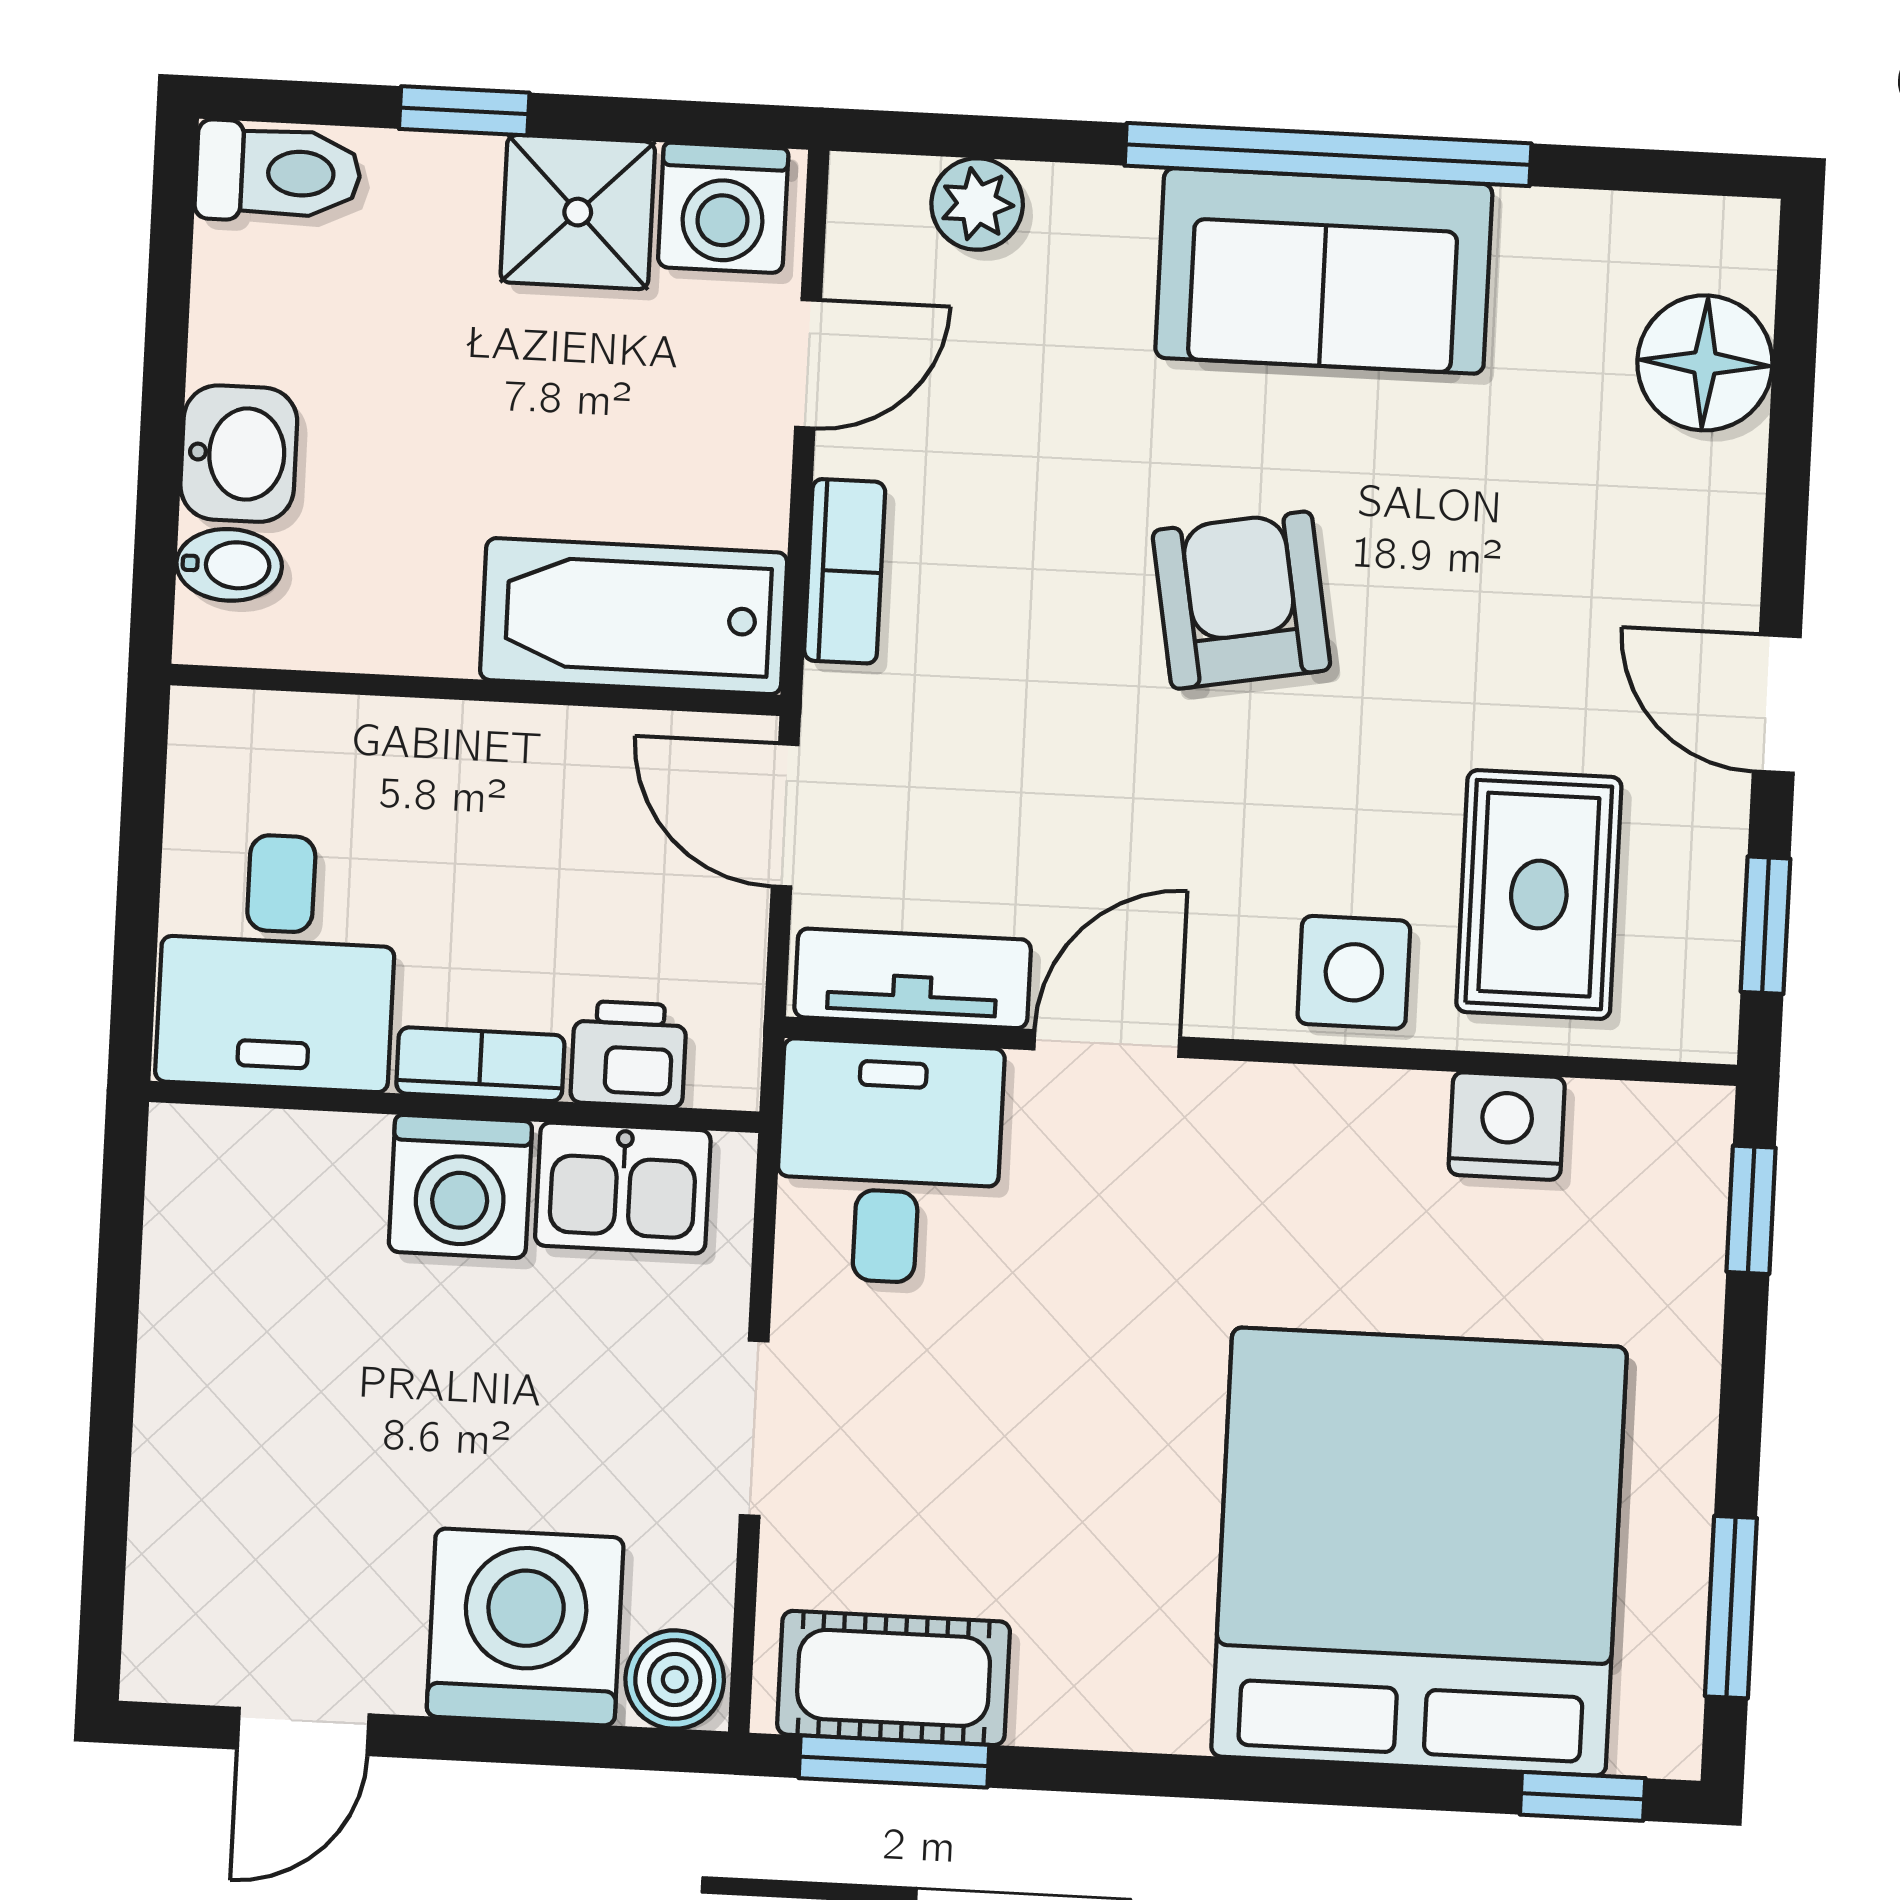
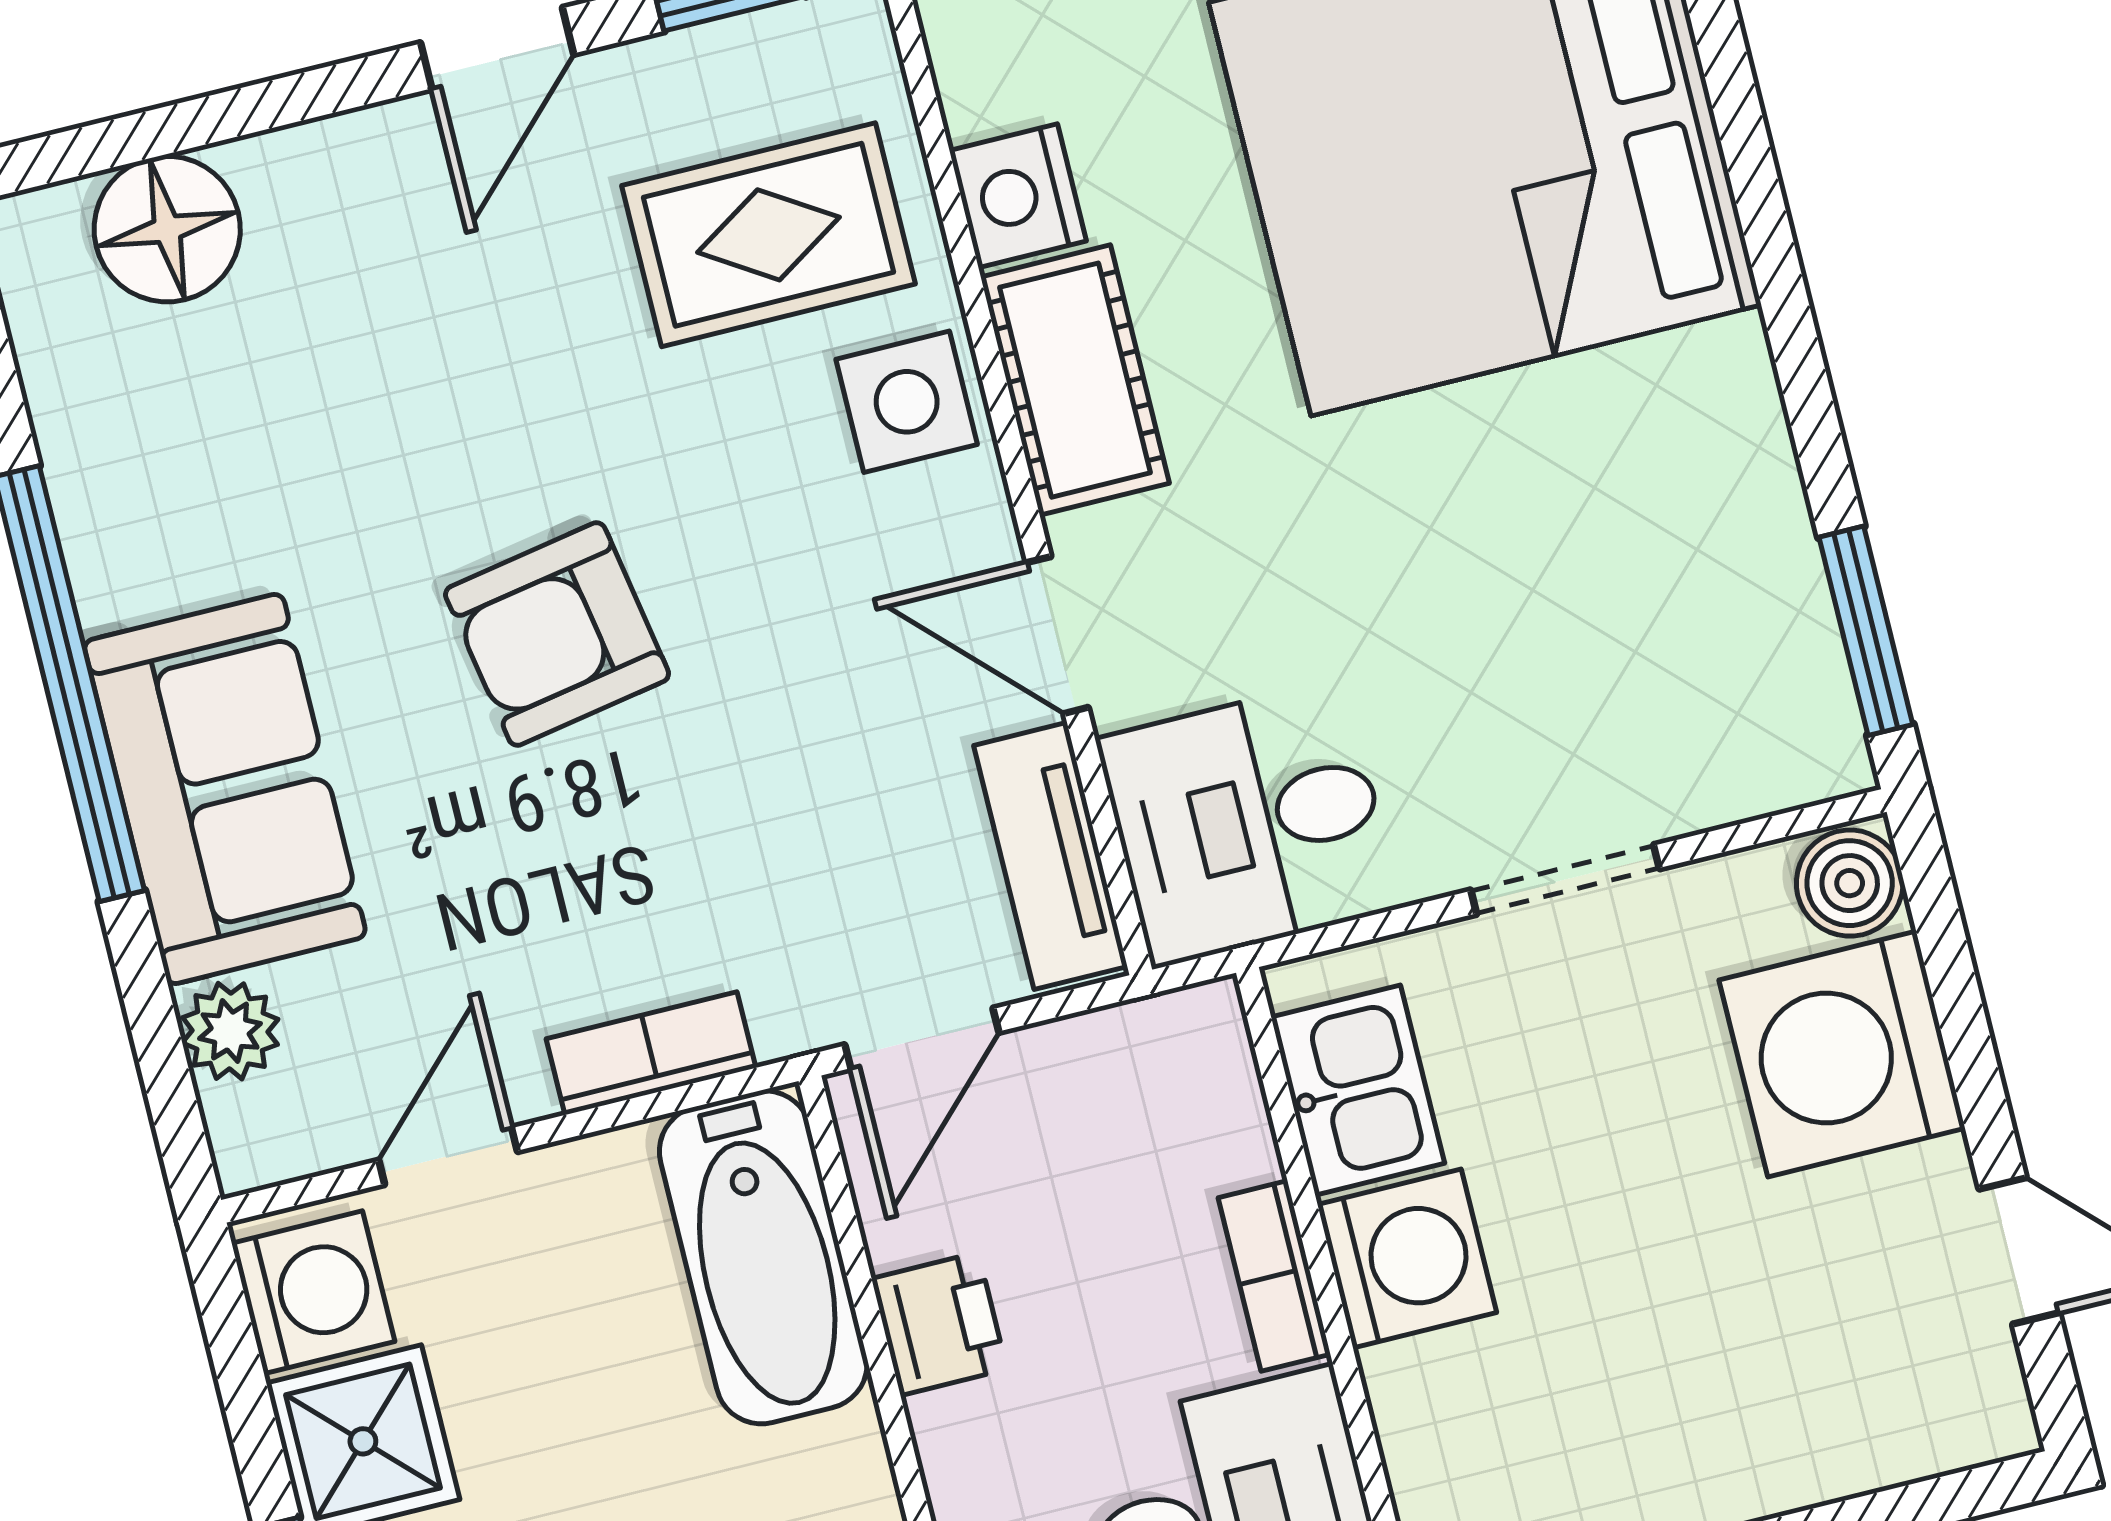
sofa: (1324, 271) -> (225, 789), moved
door: (808, 364) -> (448, 1156), hinge flipped
printer: (629, 1054) -> (939, 1324), moved, turned 180
cot: (894, 1678) -> (1075, 380), moved

